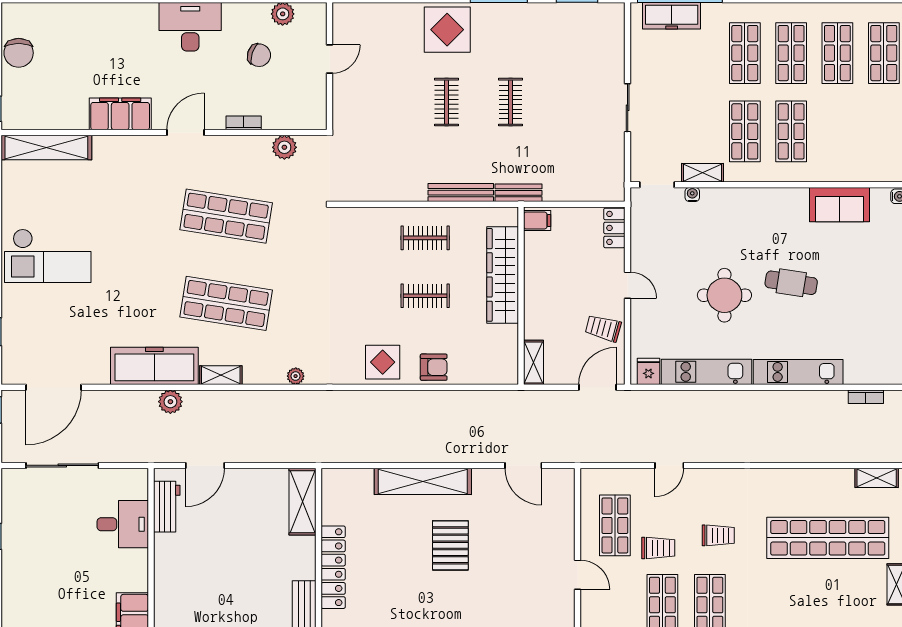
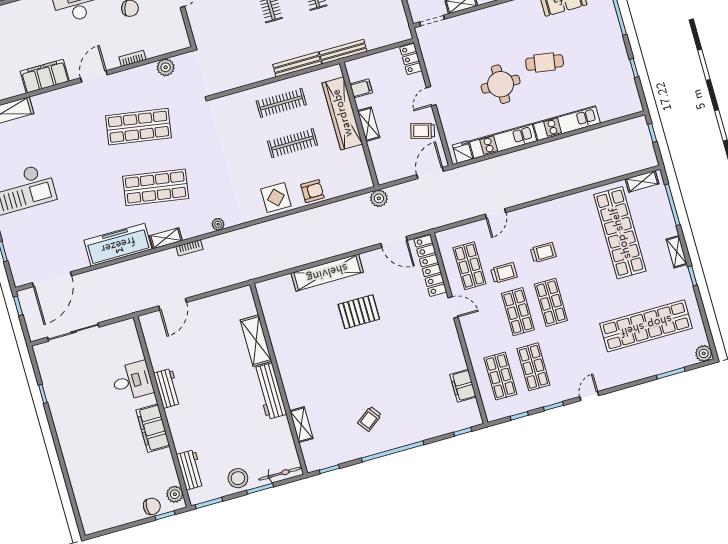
bench: (518, 193) -> (343, 52), width x1.36
water cooler: (692, 194) -> (458, 20), removed
filing cabinet: (537, 221) -> (361, 88), moved
clothes rail: (425, 238) -> (281, 103), width x1.36
door: (628, 285) -> (431, 96), swing flipped
clothes rail: (425, 296) -> (293, 143), width x1.36
shelving: (534, 362) -> (369, 124), moved
bookcase: (866, 397) -> (189, 248), moved
plant: (170, 402) -> (379, 198), moved
shelving: (302, 502) -> (256, 341), moved
workbench: (167, 507) -> (167, 388), moved
desk: (123, 524) -> (132, 381), moved
shop shelf: (828, 538) -> (620, 233), turned 90
pallet: (450, 545) -> (359, 312), turned 90
locker: (333, 567) -> (430, 266), moved, turned 180

